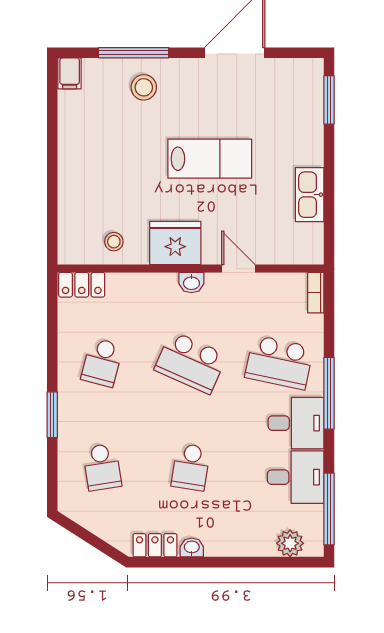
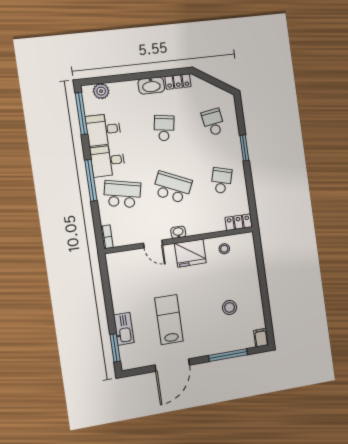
stool: (144, 87) -> (230, 307), moved
lab bench: (210, 159) -> (169, 320), moved, turned 90
kitchen sink: (310, 195) -> (124, 329), moved
washbasin: (192, 547) -> (151, 86), width x1.91, depth x1.45

